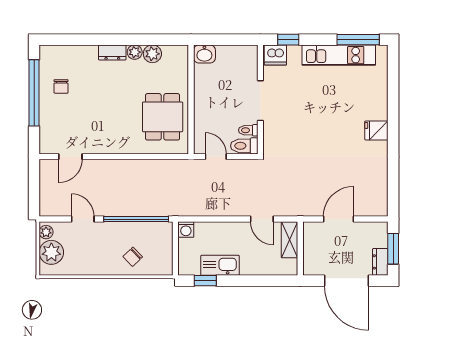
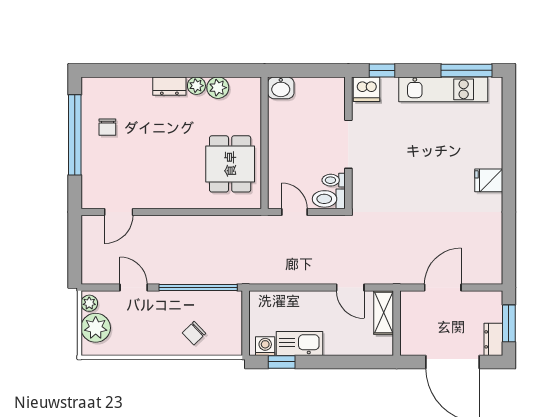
washing machine: (186, 230) -> (265, 346), moved, turned 180

